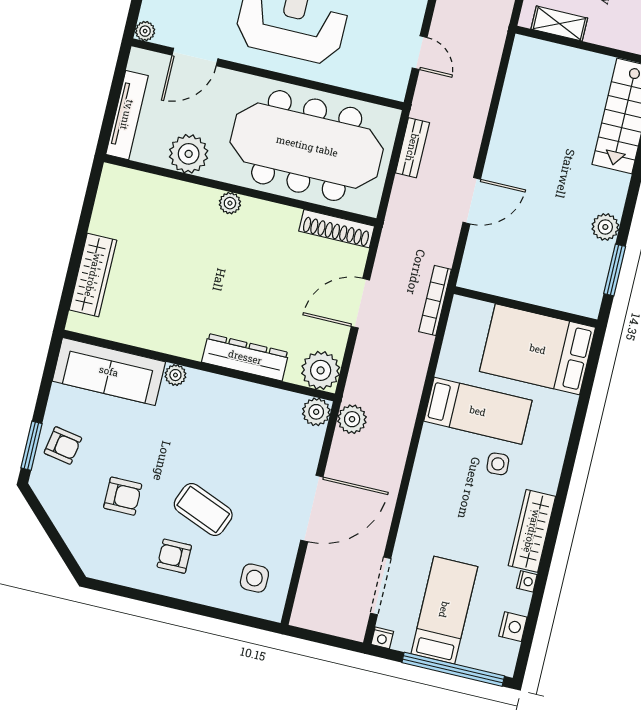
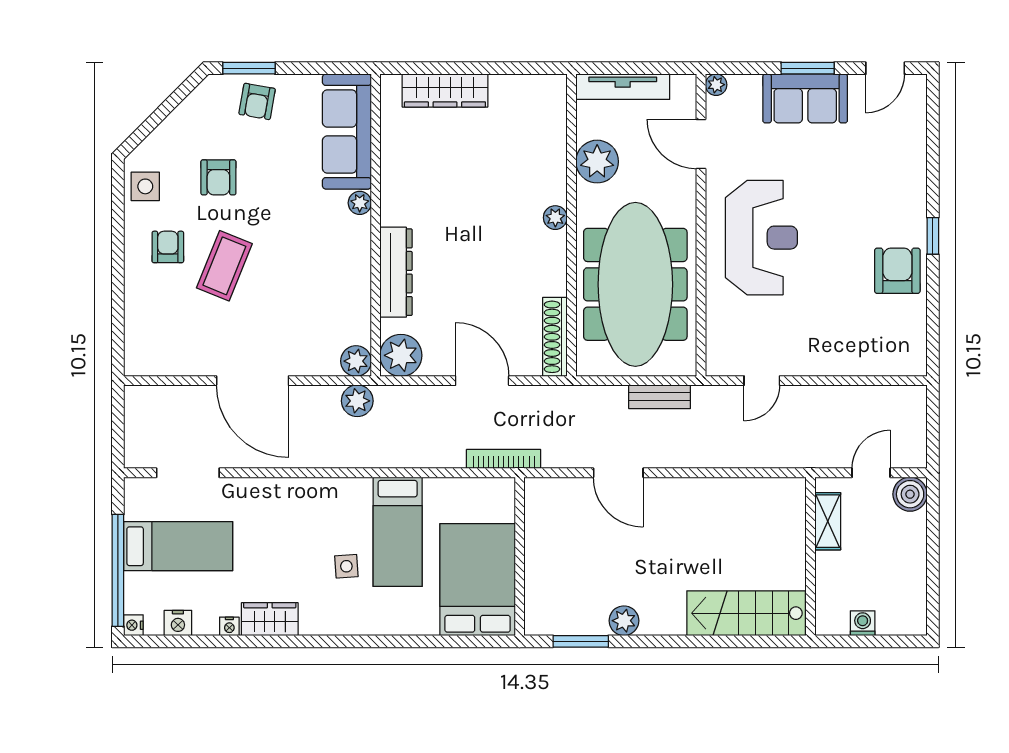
wardrobe: (532, 531) -> (270, 619), width x0.67
side table: (254, 578) -> (145, 186), moved
nightstand: (382, 638) -> (133, 625), moved

